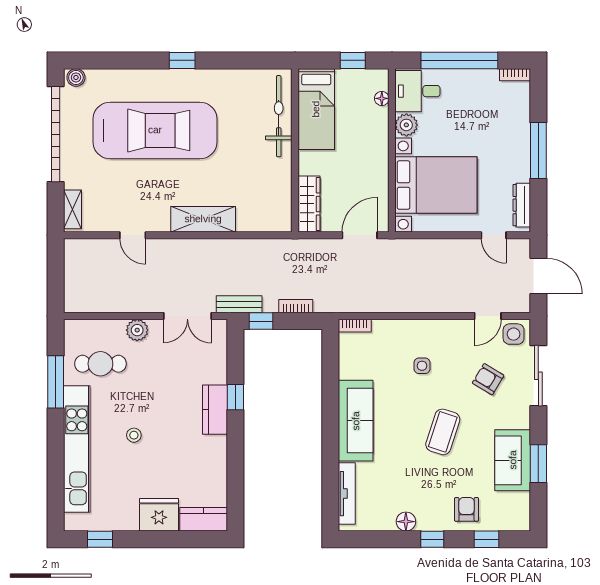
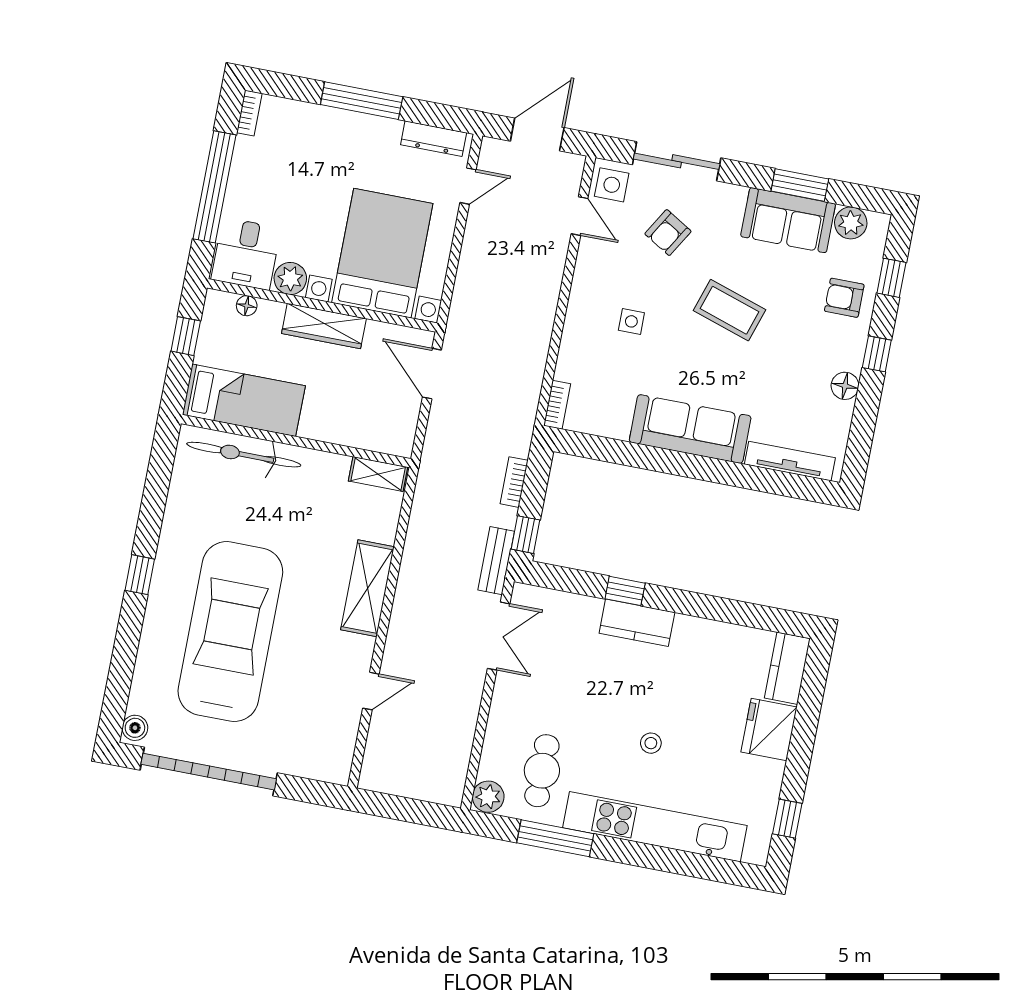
wardrobe: (309, 204) -> (324, 326), moved, turned 180
shelving: (72, 209) -> (378, 474), moved
plant: (137, 330) -> (488, 797), moved
plant: (519, 504) -> (851, 223), added

